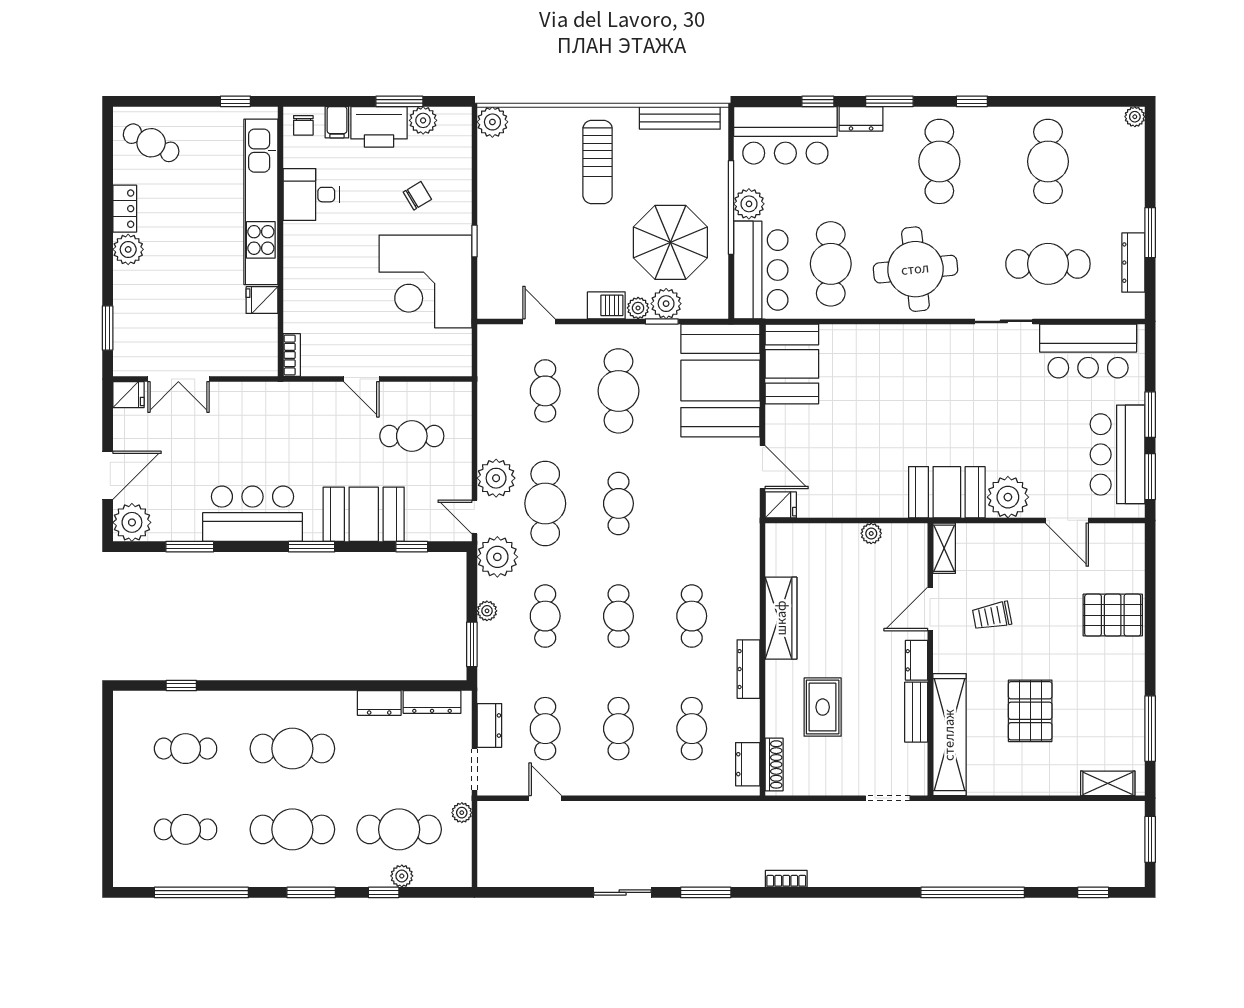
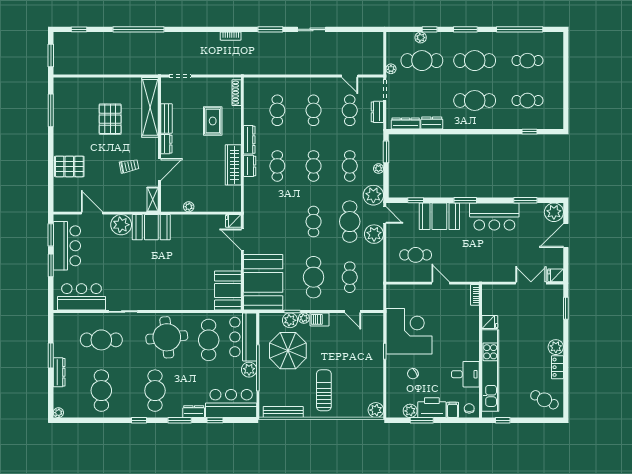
dresser: (1133, 263) -> (59, 372), moved
dresser: (748, 764) -> (250, 166), moved
shelving: (1108, 783) -> (72, 83), removed

